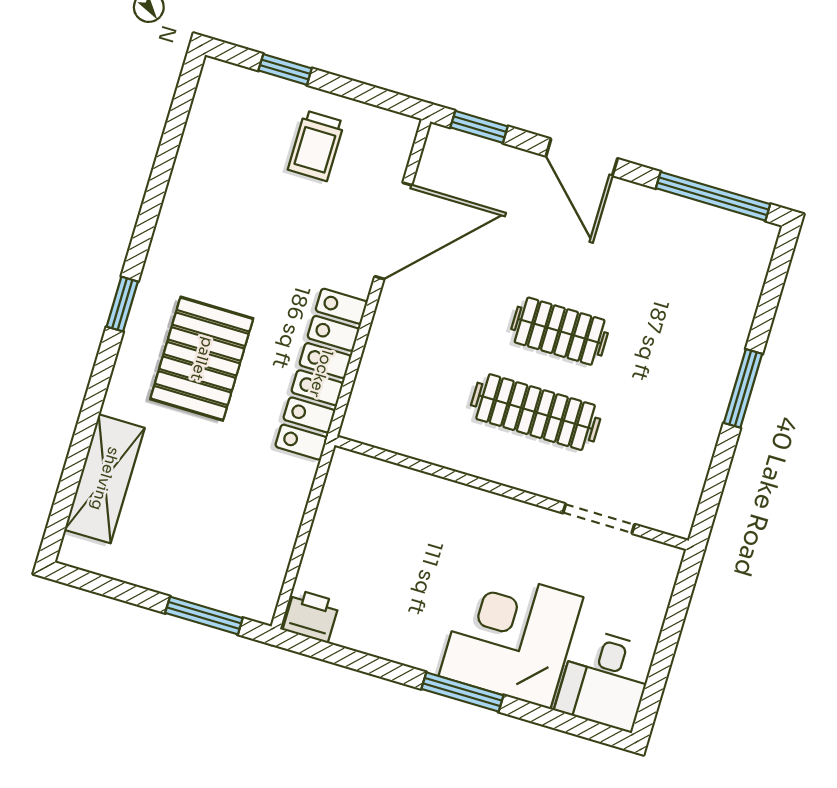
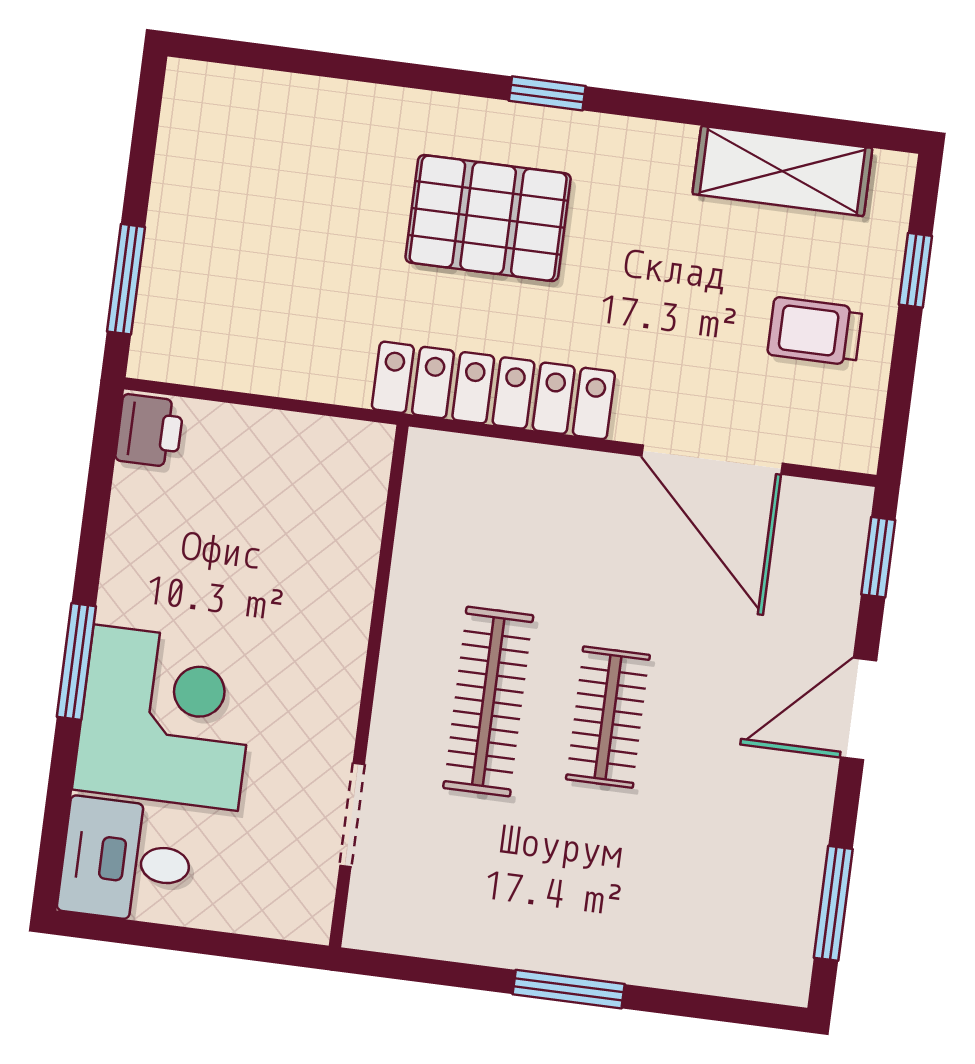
window: (713, 196) -> (833, 903), width x0.69
shelving: (105, 479) -> (782, 171), moved

